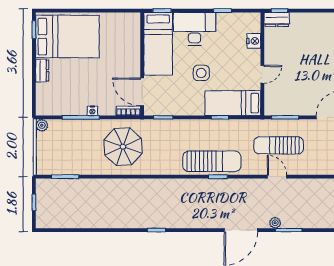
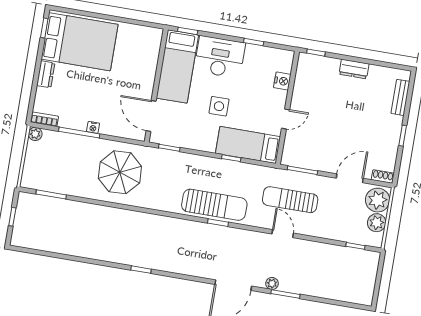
dresser: (277, 19) -> (354, 69), moved
bookcase: (128, 111) -> (44, 119), moved

